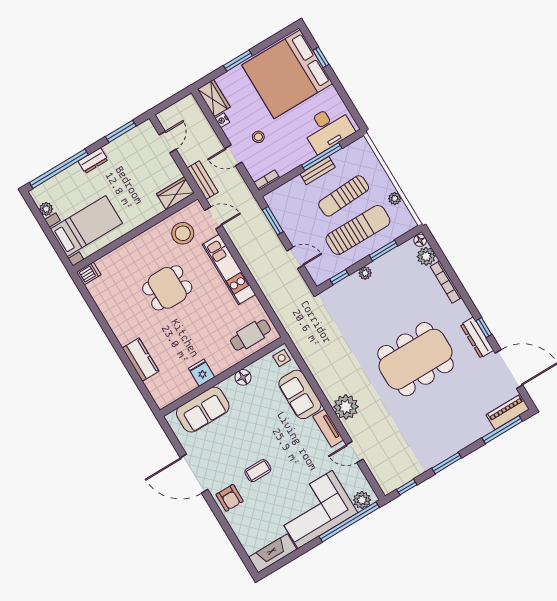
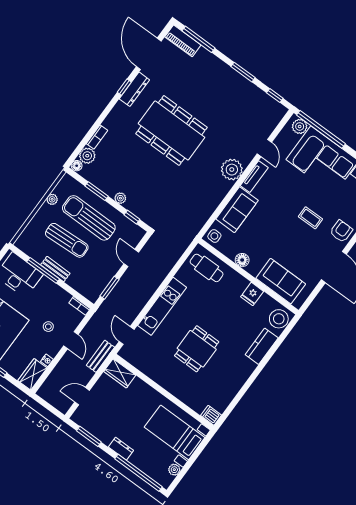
stool: (183, 233) -> (279, 319), moved
bookcase: (446, 282) -> (97, 137), width x0.64
dining table: (167, 288) -> (197, 349), turned 90

